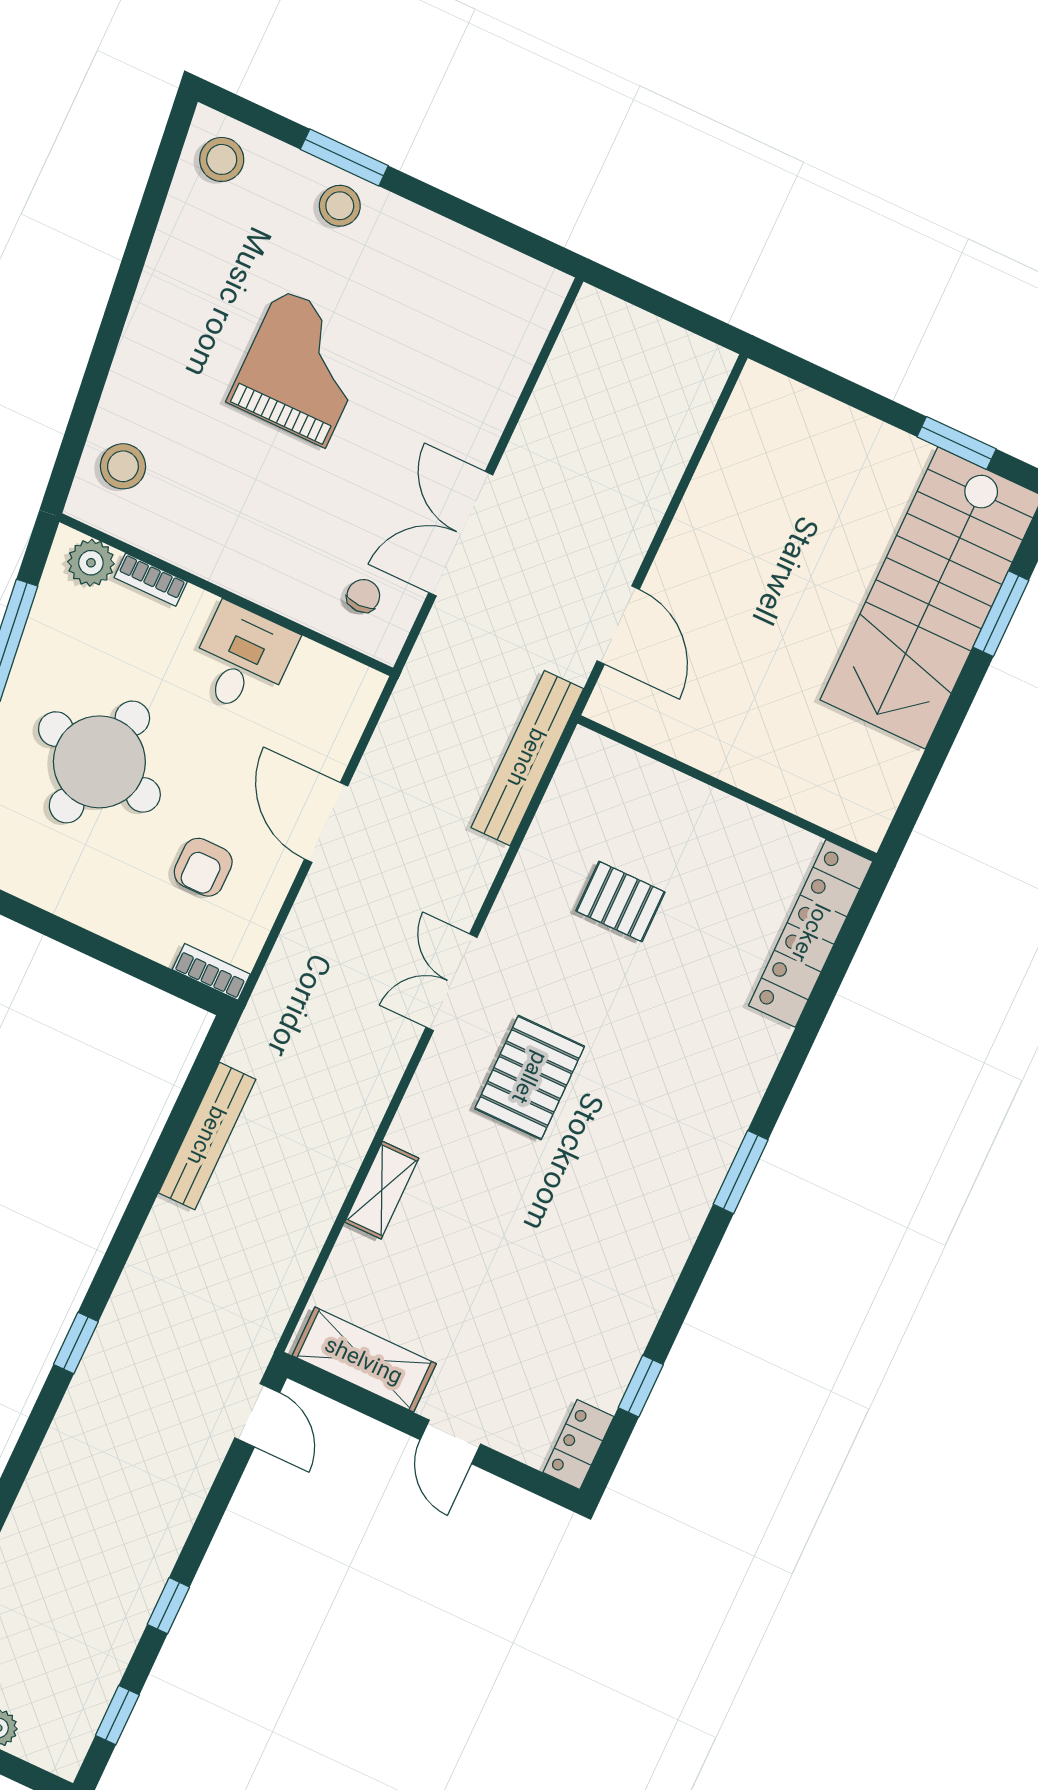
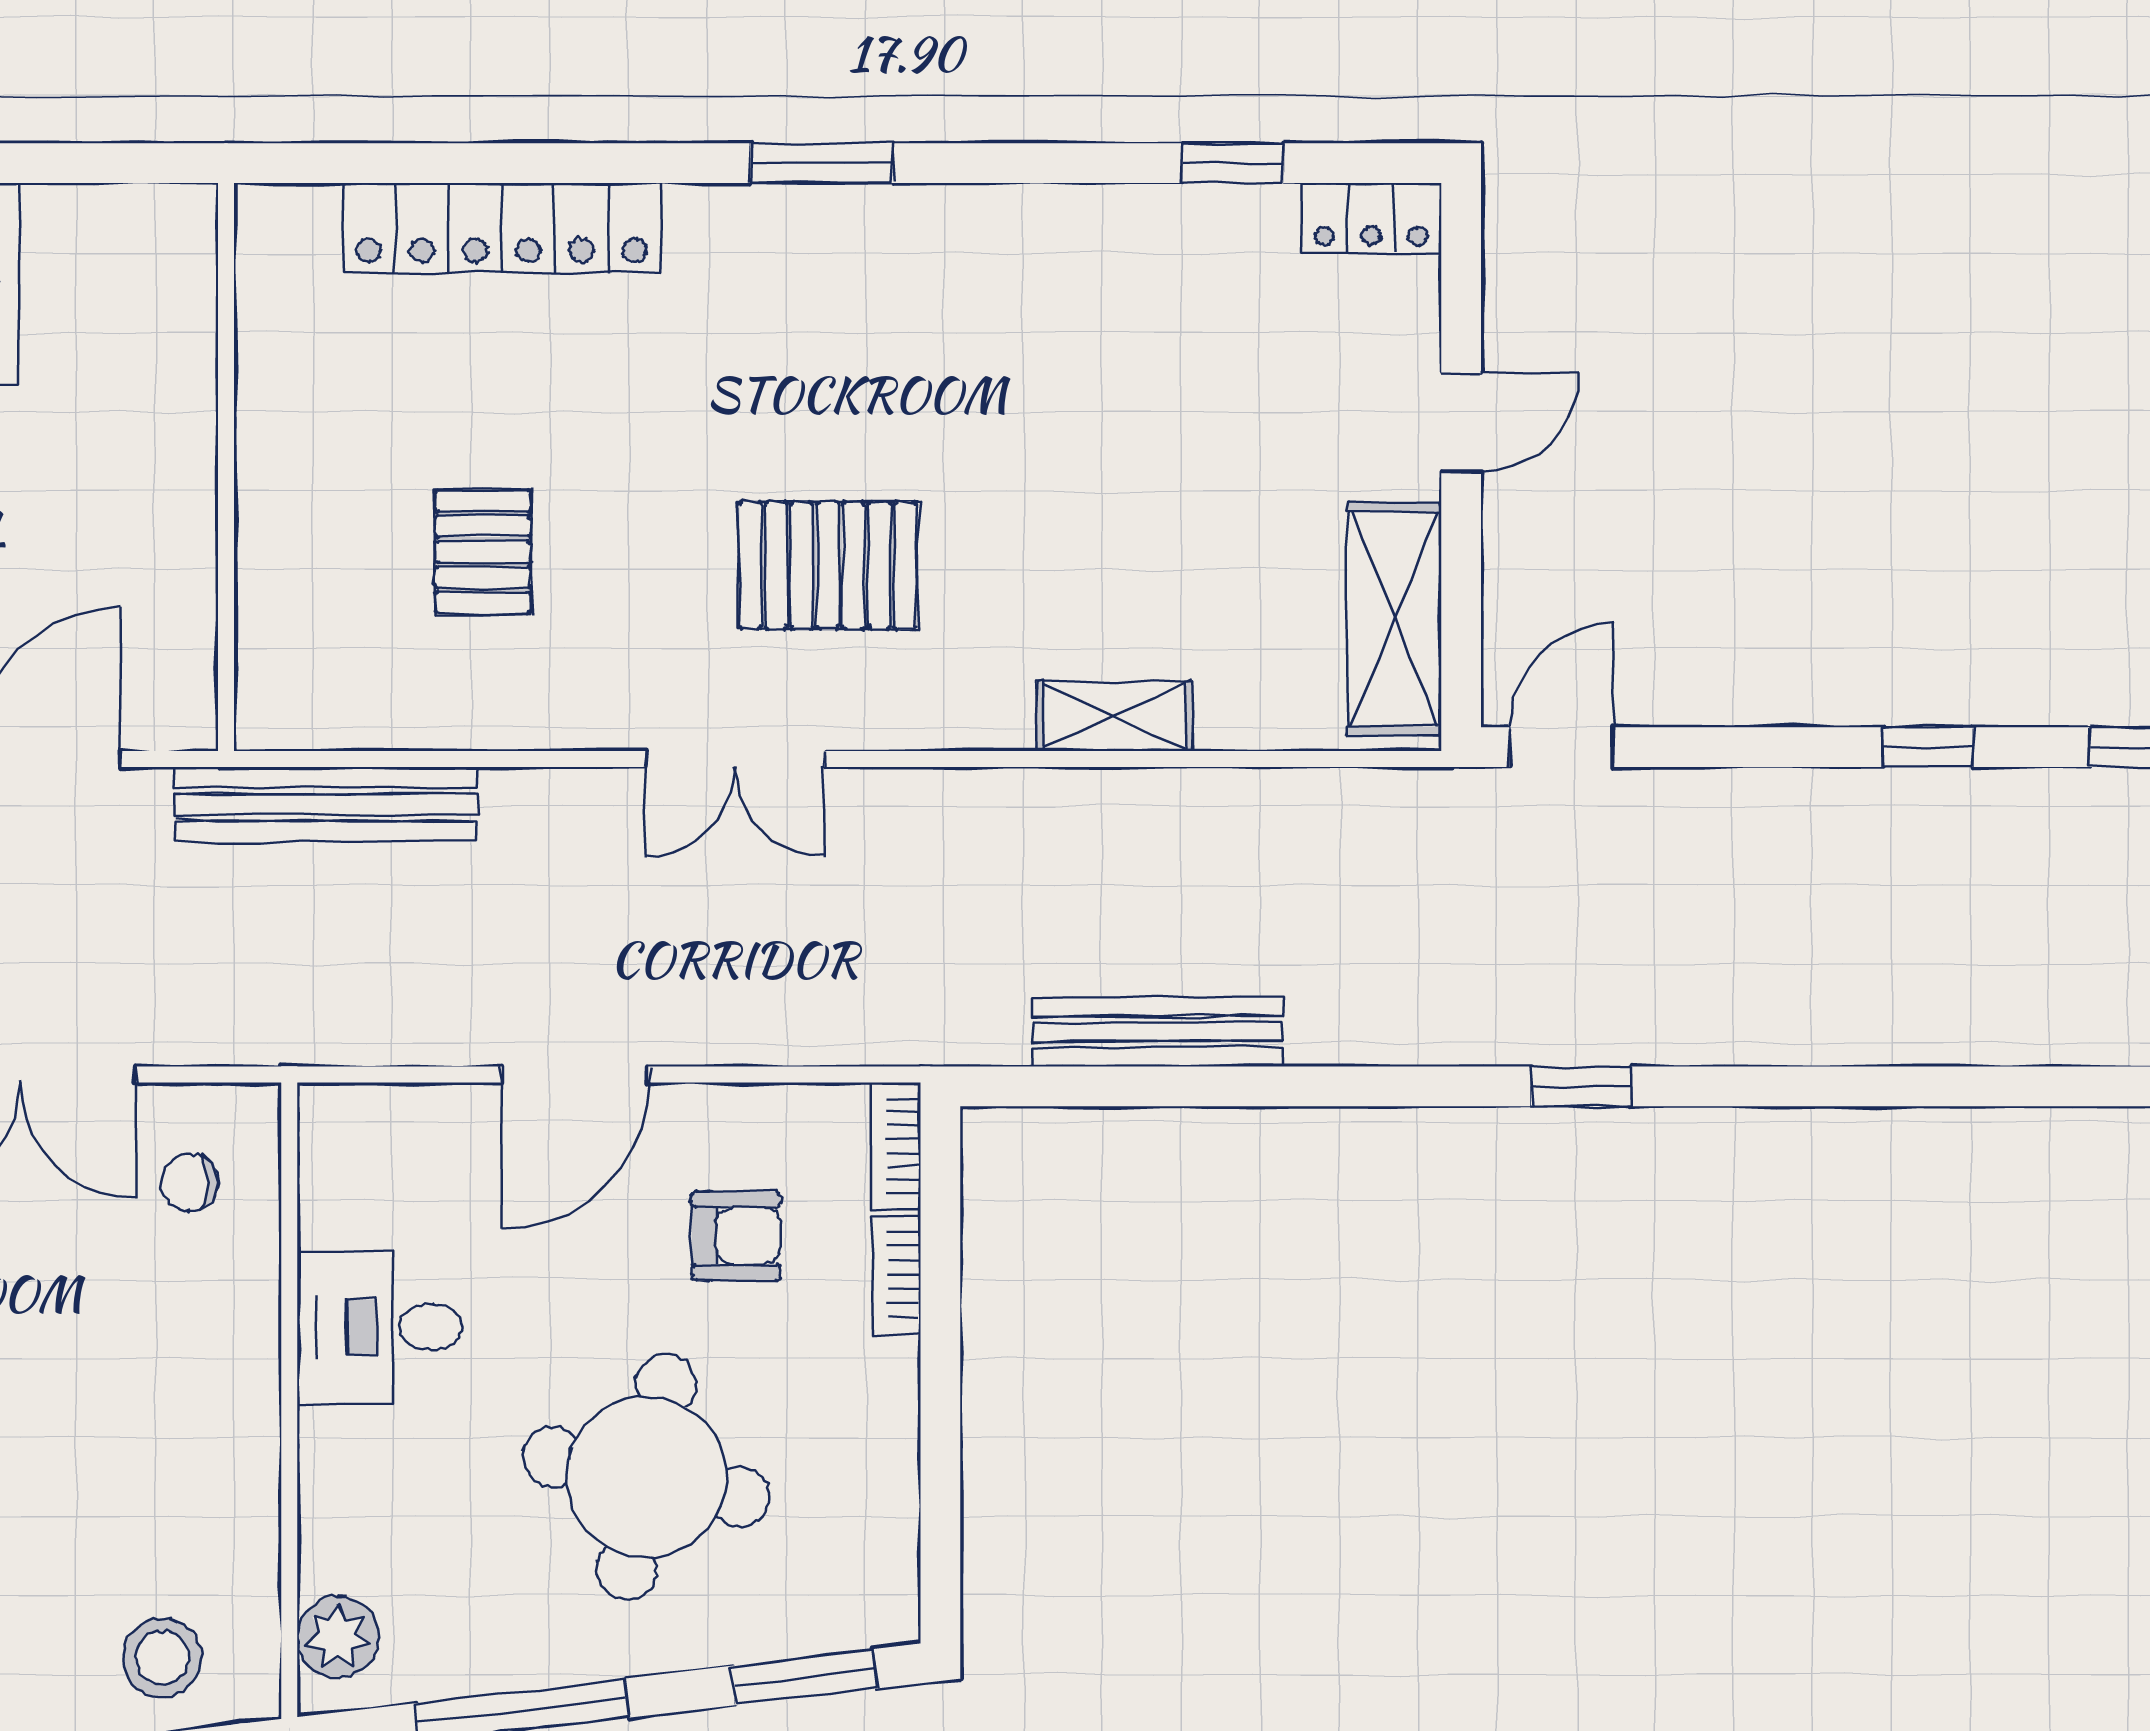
bookcase: (151, 580) -> (897, 1275), moved, turned 180
locker: (811, 933) -> (502, 228), moved

